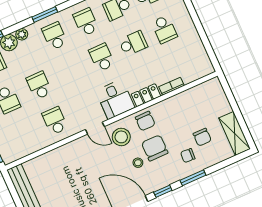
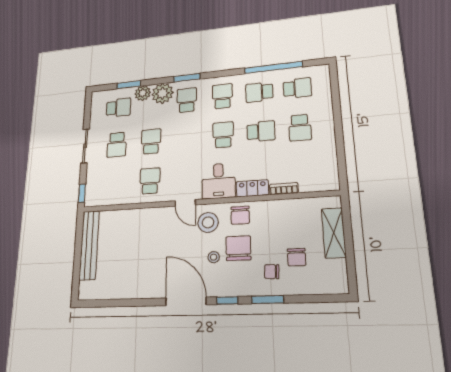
plant: (22, 34) -> (162, 93), width x1.87, depth x1.87
shelving: (234, 133) -> (334, 233), moved

